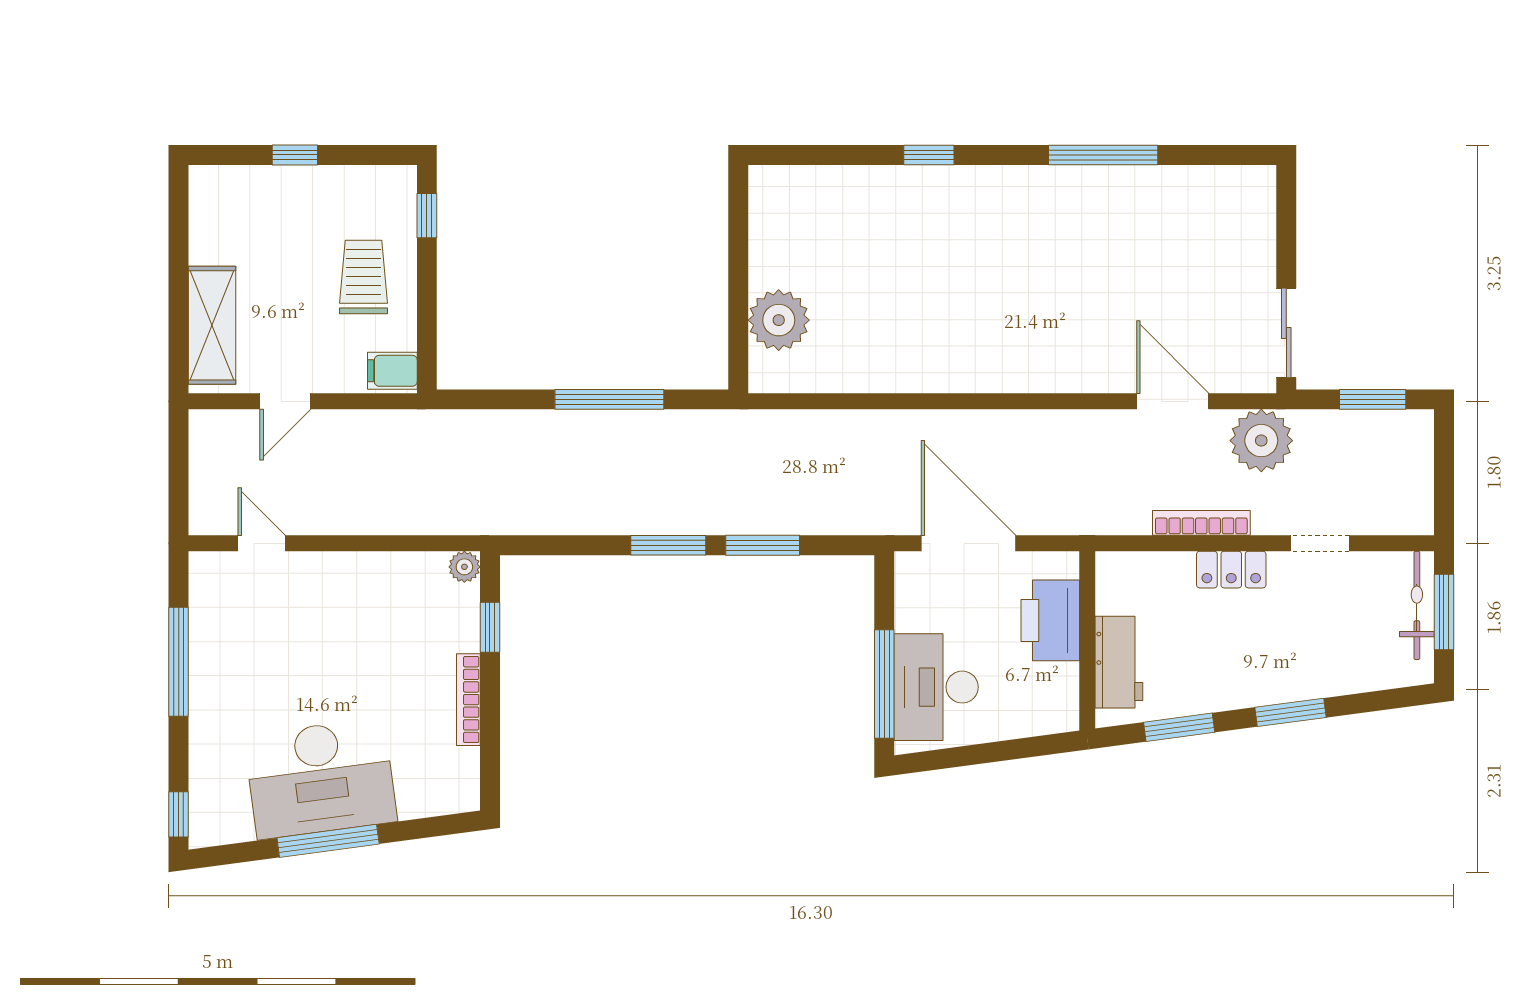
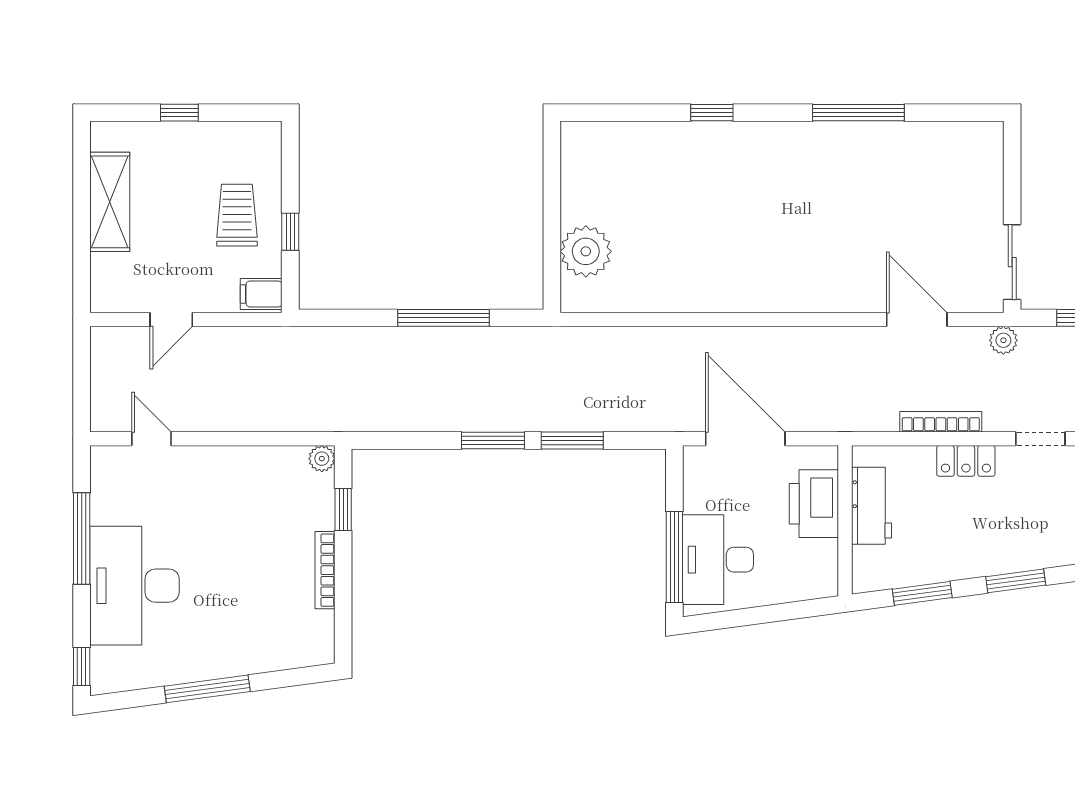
window: (427, 216) -> (290, 232), moved
shelving: (212, 325) -> (110, 202), moved
plant: (1261, 441) -> (1003, 340), width x0.53, depth x0.53
workbench: (1119, 662) -> (871, 506), moved
desk: (321, 778) -> (134, 586), moved, turned 98

